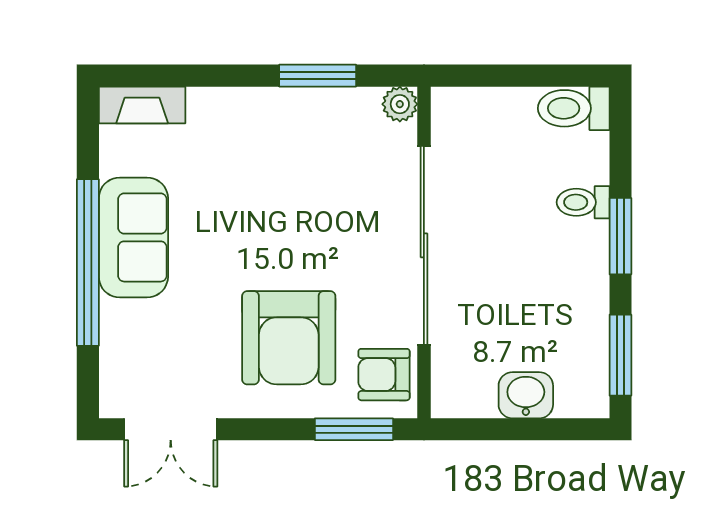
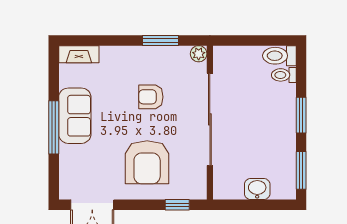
toilet: (583, 202) -> (284, 75), moved
window: (88, 262) -> (54, 127), width x0.68
armchair: (384, 375) -> (151, 97), moved
window: (354, 429) -> (177, 205), width x0.67

